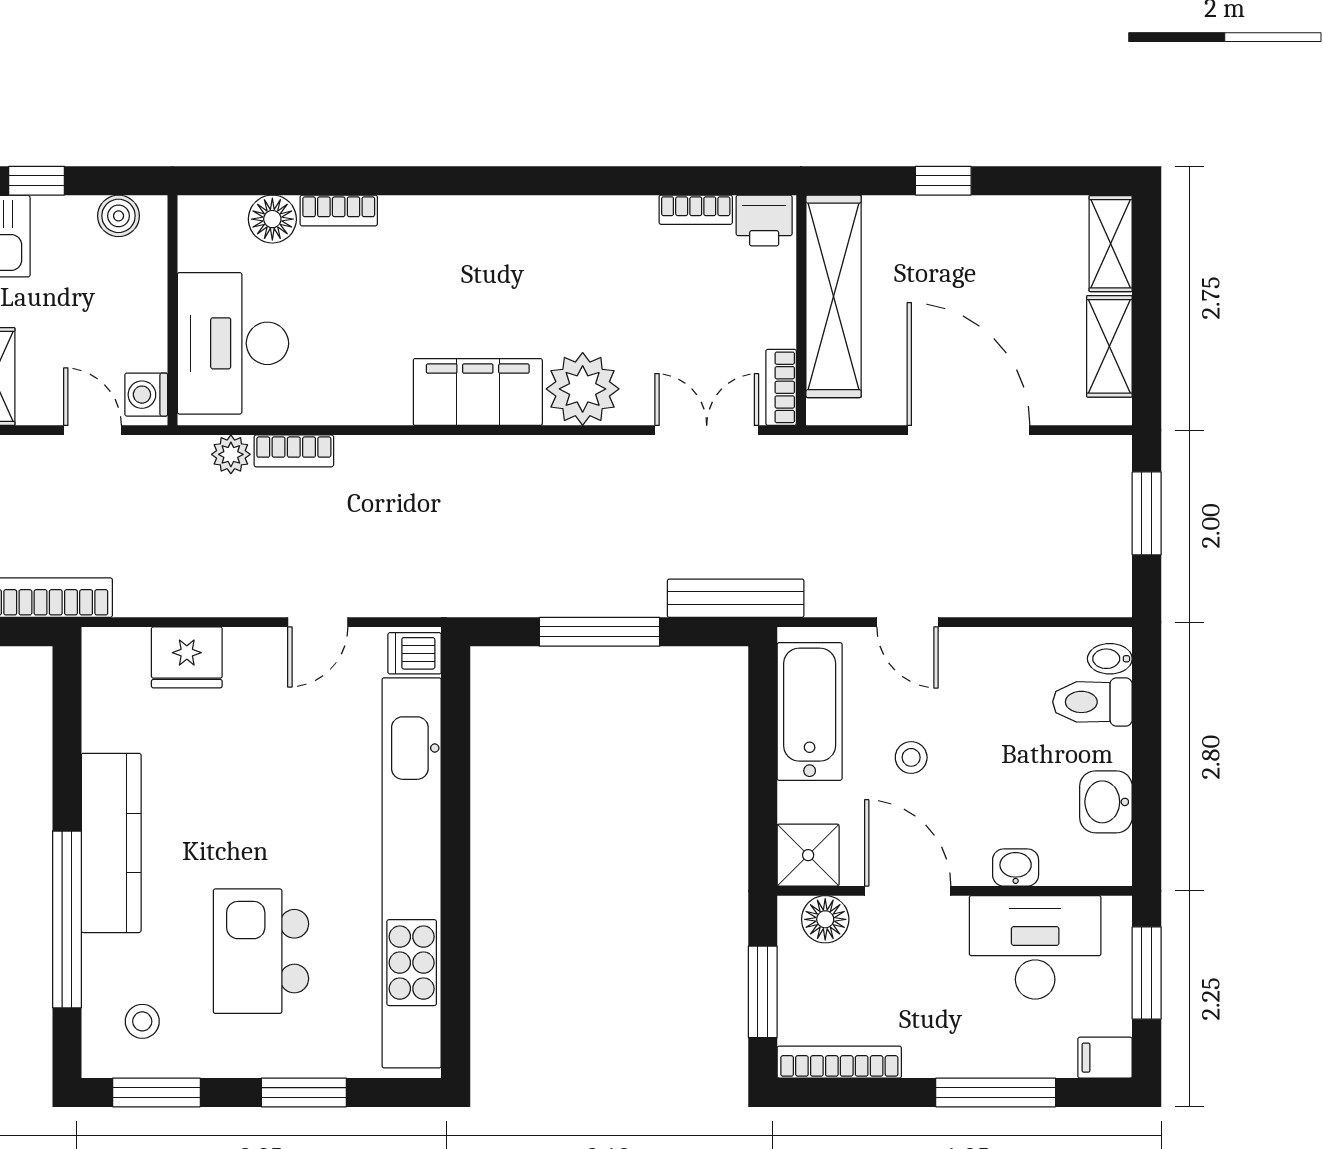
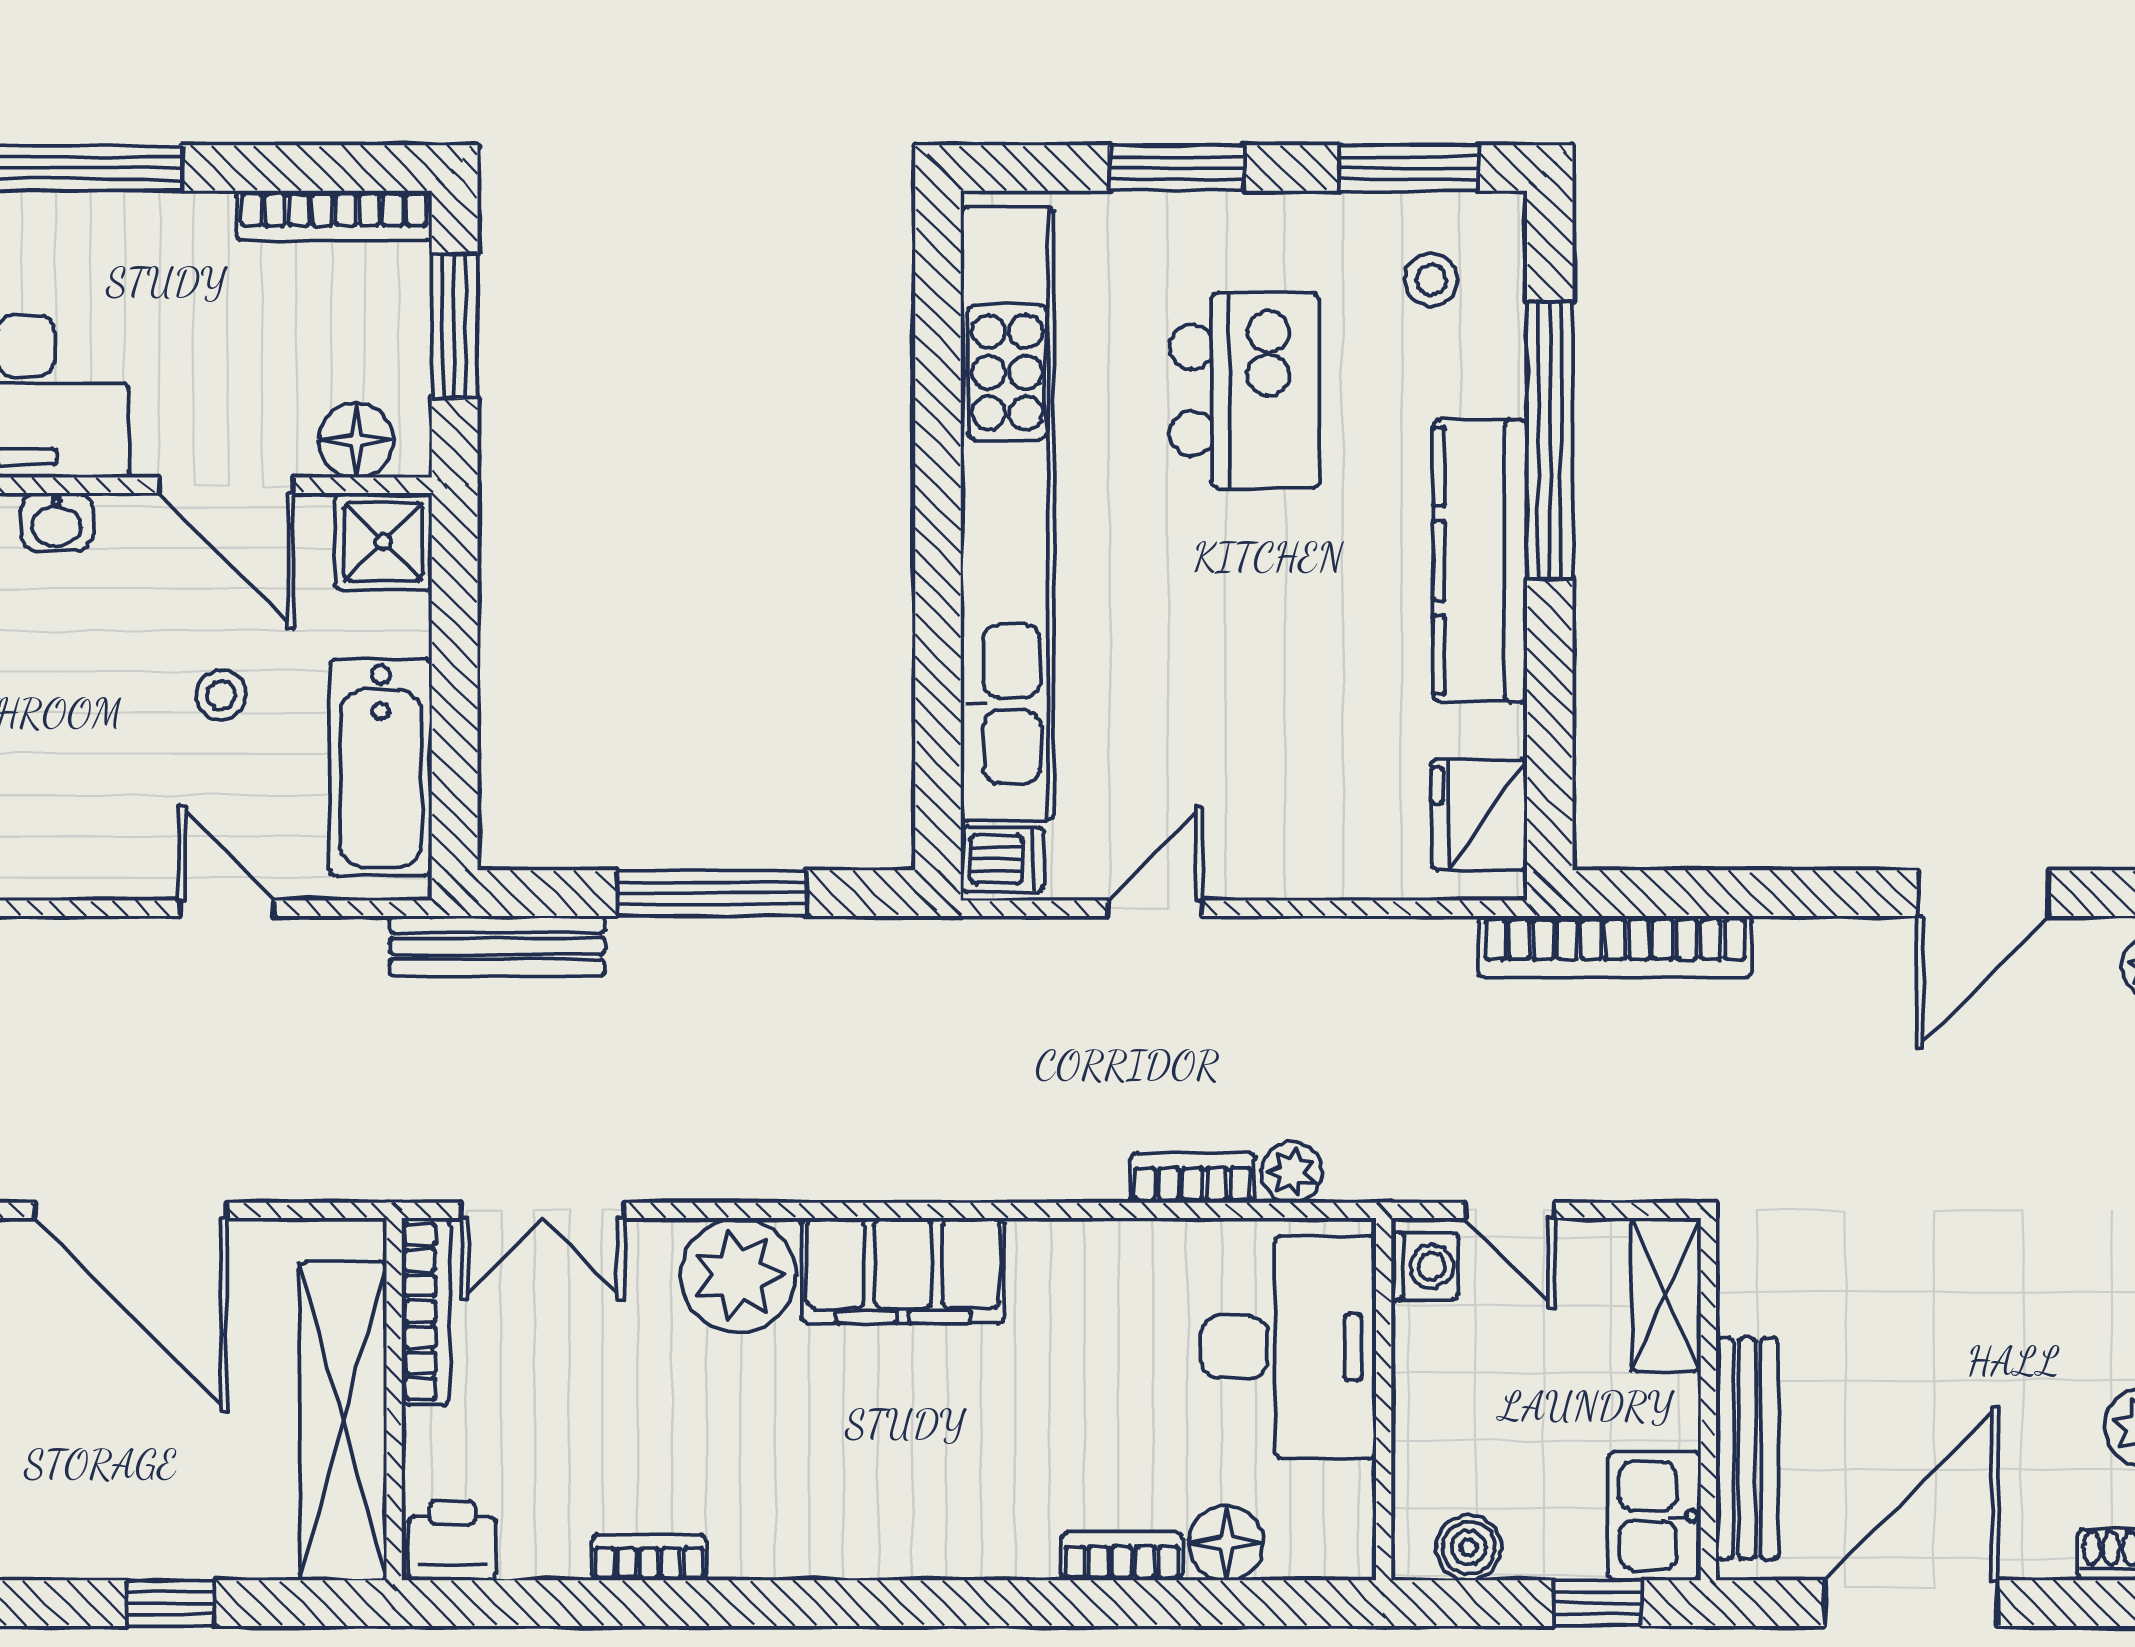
bookcase: (696, 210) -> (649, 1557), moved
bookcase: (781, 387) -> (426, 1311), width x1.56
fridge: (187, 657) -> (1479, 815), moved, turned -90

